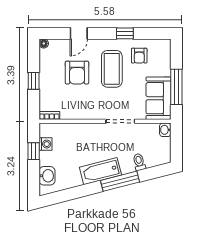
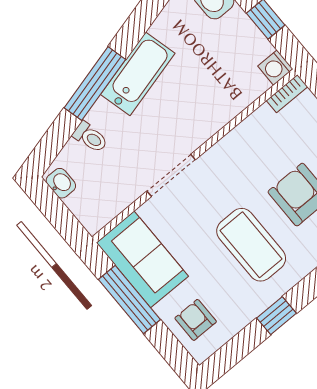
armchair: (139, 56) -> (196, 320), moved
washbasin: (165, 130) -> (61, 183), moved
washing machine: (45, 144) -> (275, 68), moved

